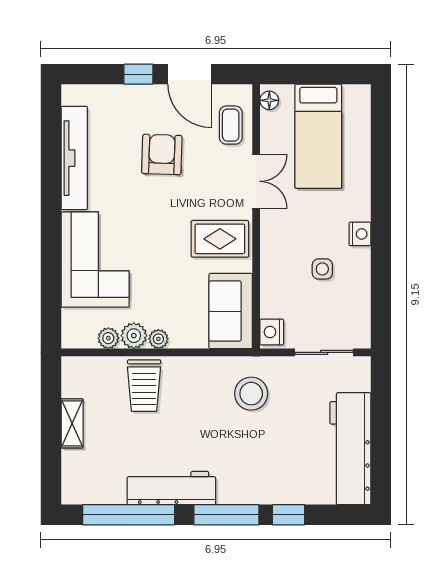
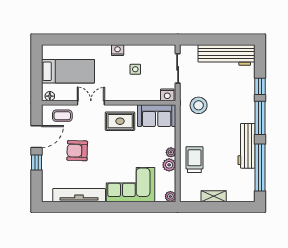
rug: (220, 239) -> (120, 121), turned 90
plant: (108, 338) -> (170, 196), moved
trolley: (144, 386) -> (194, 160), turned -90

